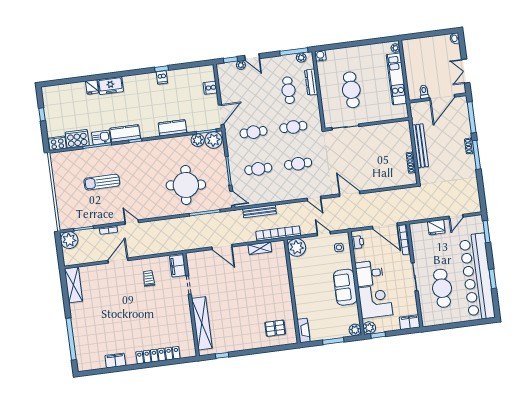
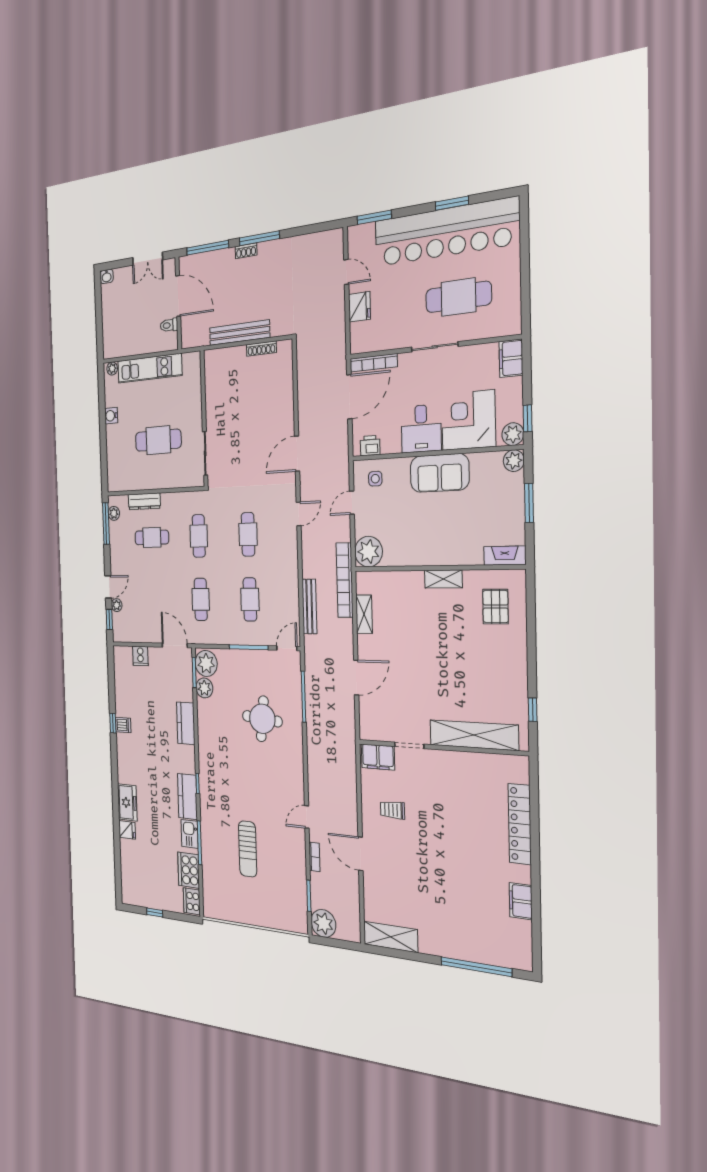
water cooler: (320, 56) -> (111, 416), moved
round table: (186, 185) -> (262, 719), width x0.73, depth x0.73
shelving: (286, 296) -> (443, 579), added

